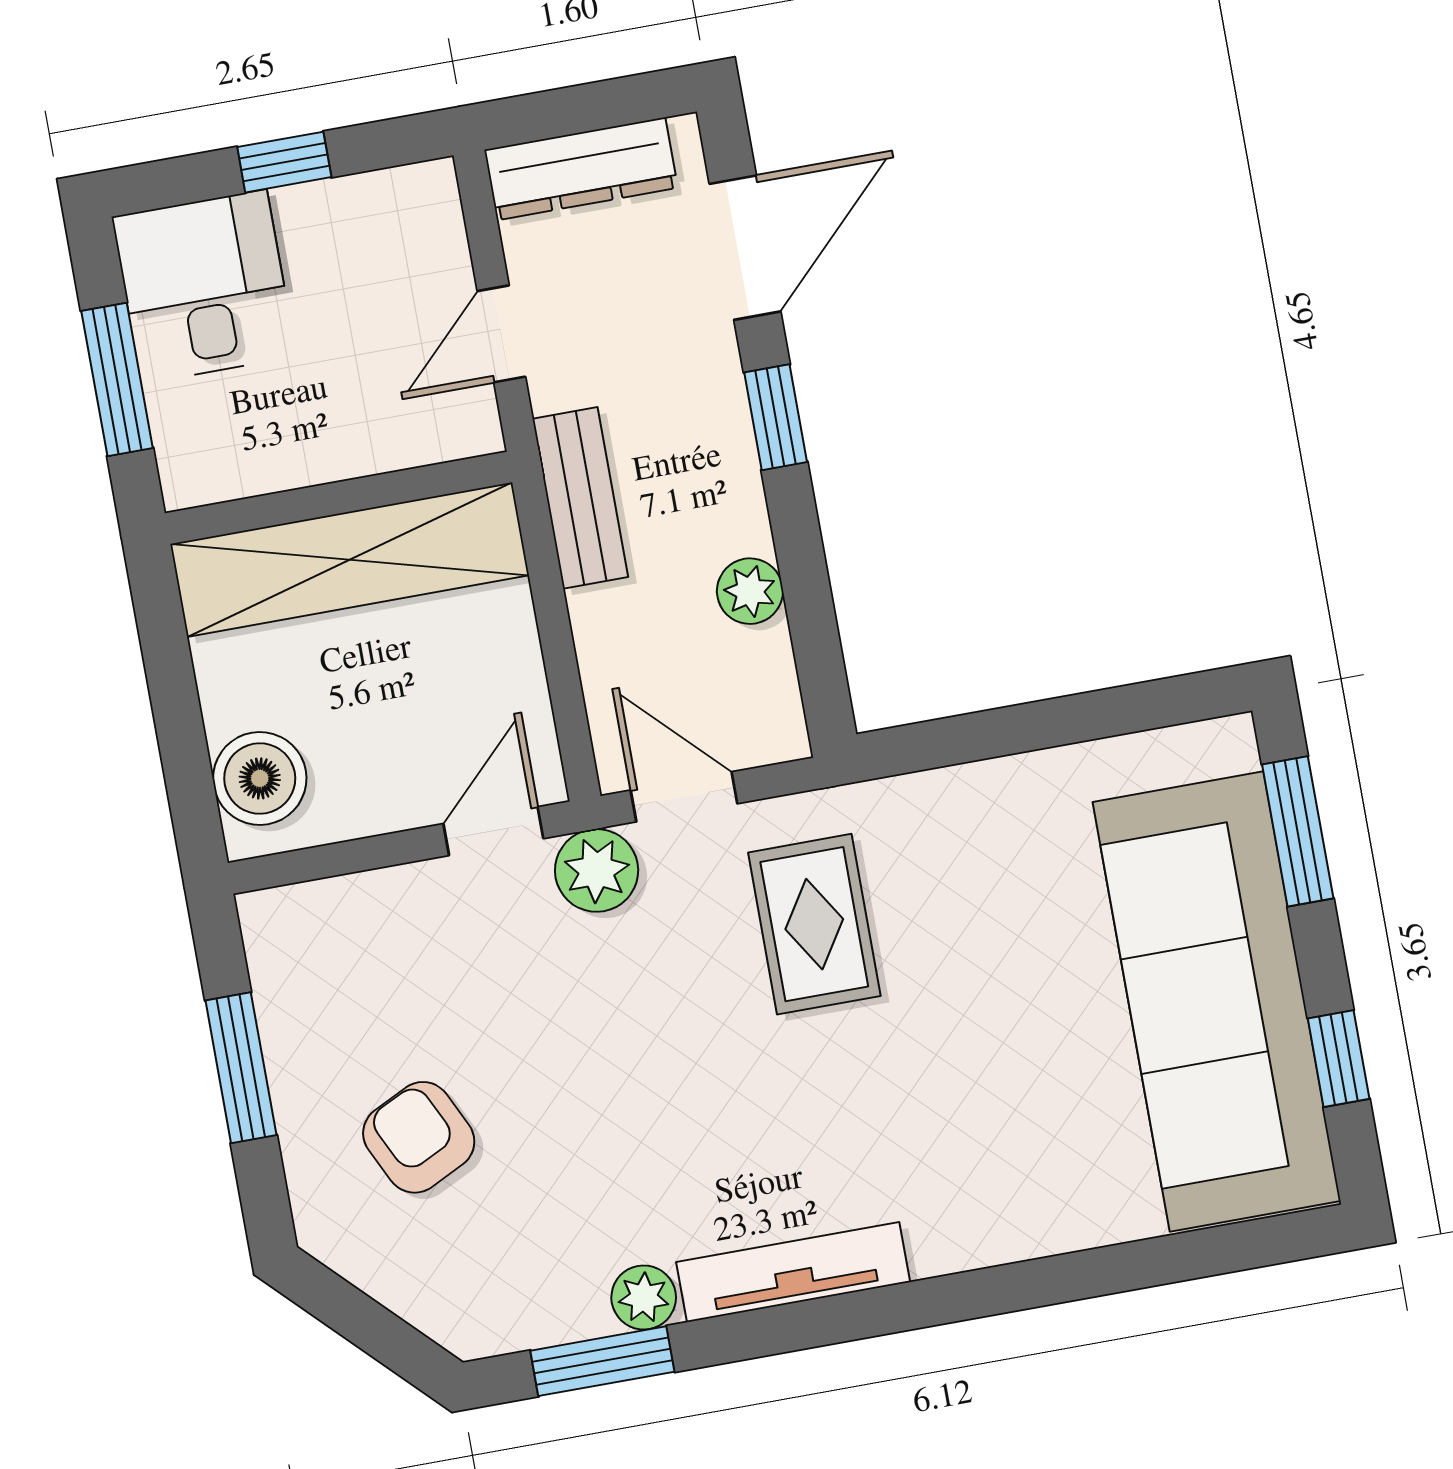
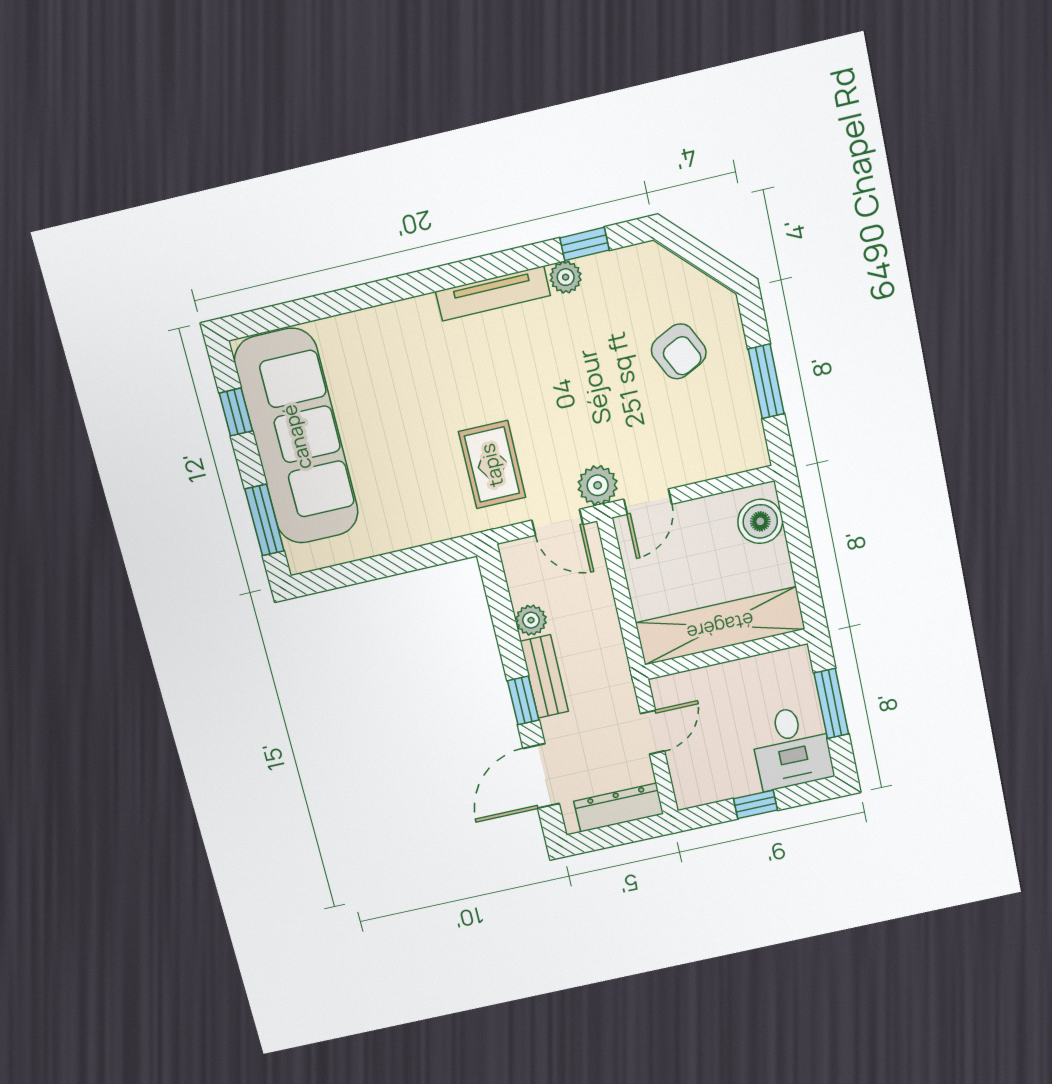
bench: (580, 498) -> (544, 676), moved
window: (602, 1361) -> (585, 244), width x0.67

